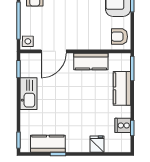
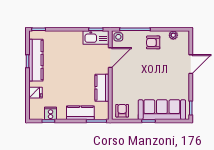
door: (54, 51) -> (110, 58), swing flipped
kitchen sink: (29, 94) -> (96, 37), moved
kitchen counter: (48, 144) -> (36, 60), width x1.50

